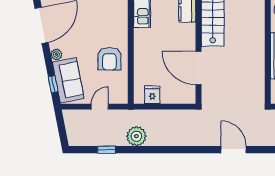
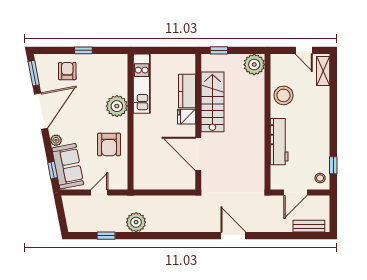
plant: (117, 20) -> (117, 106), added
fridge: (152, 95) -> (186, 117), moved, turned -90

